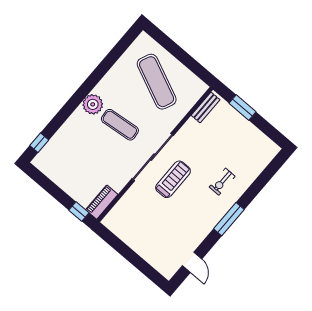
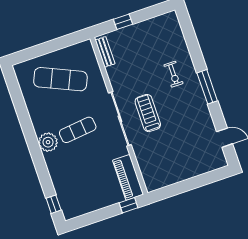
window: (243, 108) -> (123, 22), width x0.67
piano: (102, 202) -> (128, 177), width x1.37, depth x1.33

